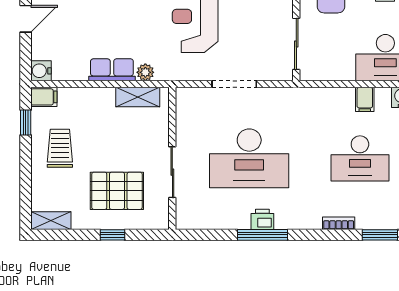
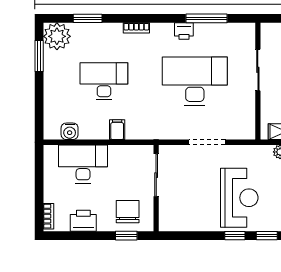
filing cabinet: (365, 99) -> (117, 130), moved
bookcase: (339, 223) -> (136, 28), moved
window: (263, 235) -> (206, 18), moved

